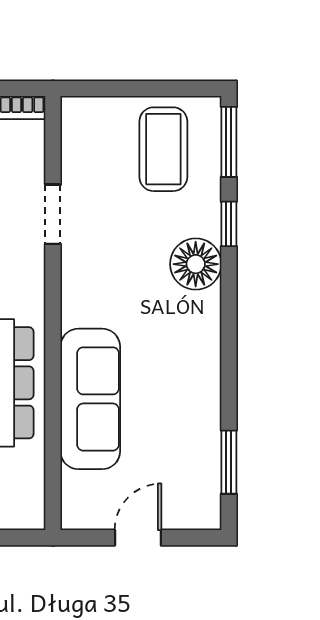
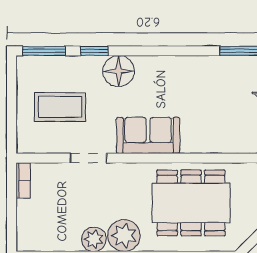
coffee table: (163, 149) -> (60, 107), moved
sofa: (90, 399) -> (148, 135), moved, width x0.73

